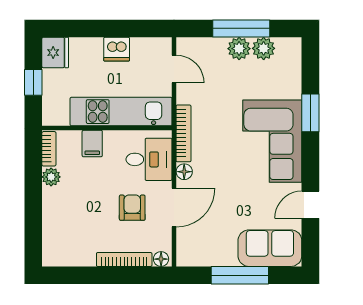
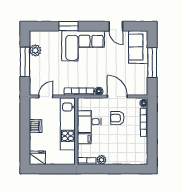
plant: (239, 49) -> (35, 63), removed
window: (33, 82) -> (53, 169), removed
desk: (149, 159) -> (89, 122), moved, turned -90

